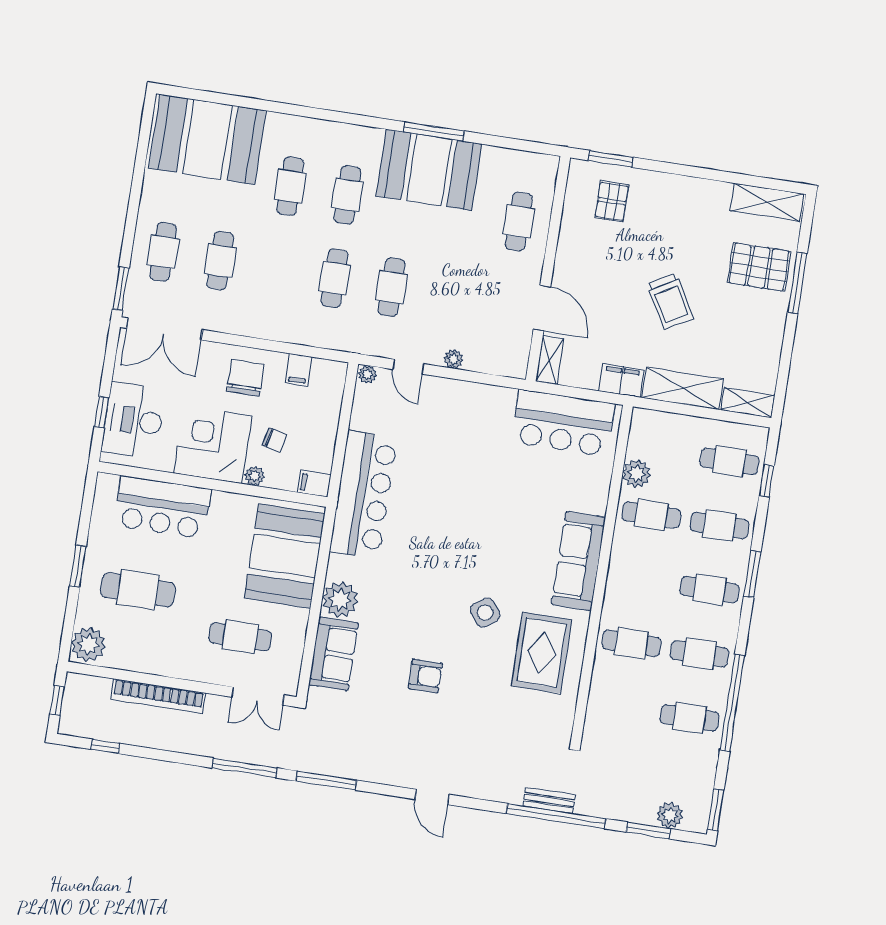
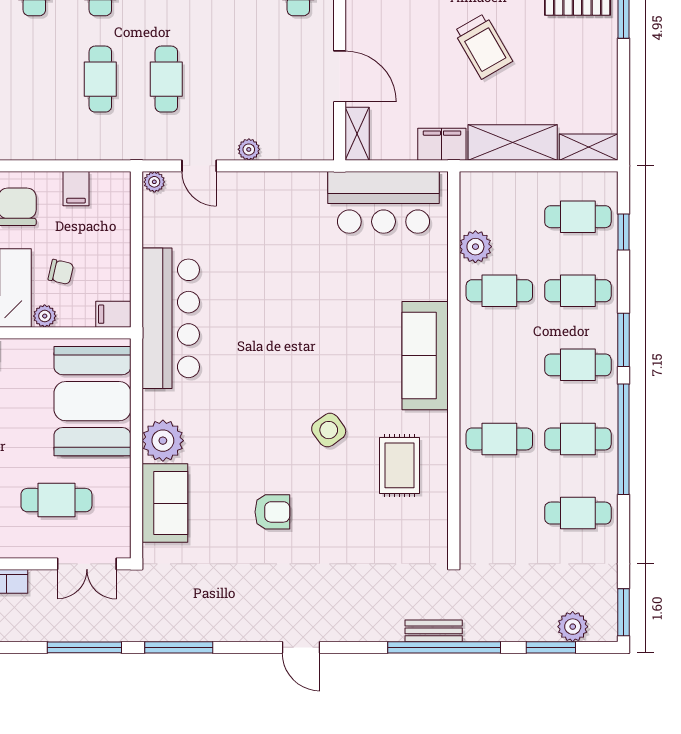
rug: (542, 653) -> (400, 465), width x0.73, depth x0.70
window: (732, 703) -> (624, 439), moved

